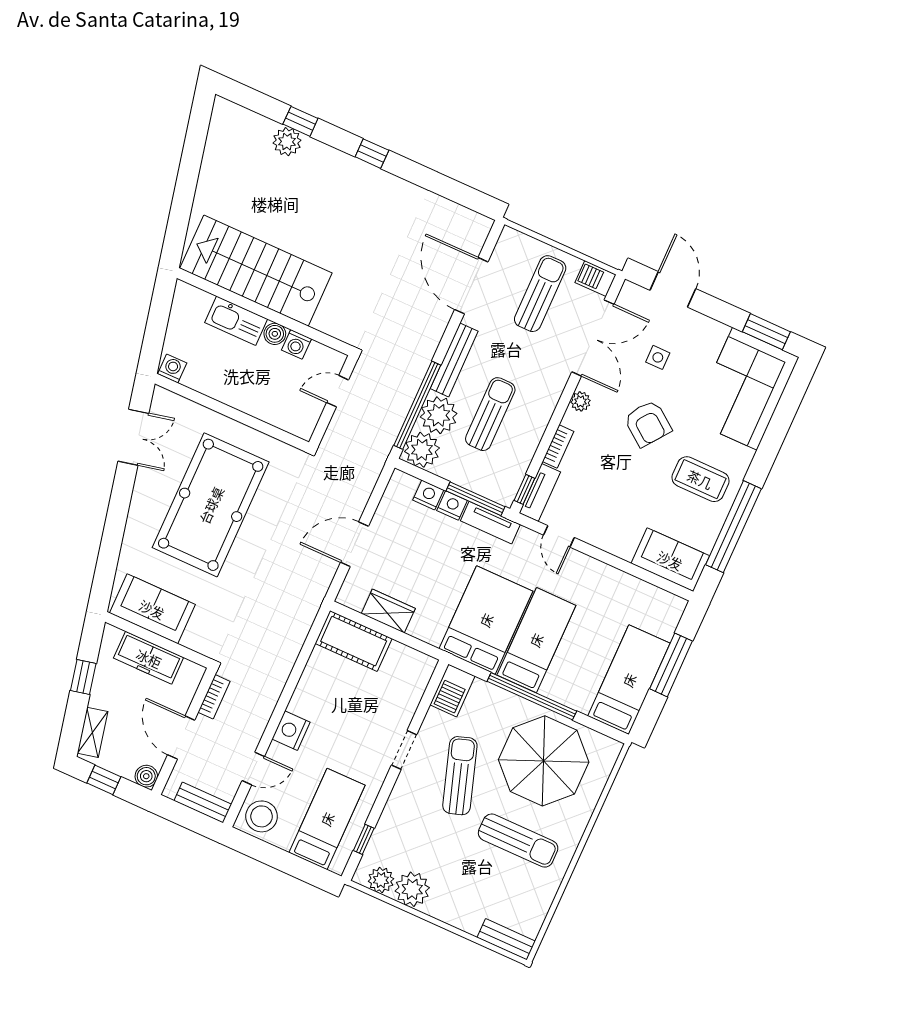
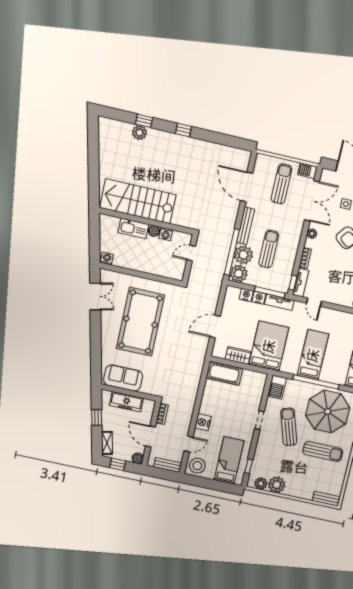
bed: (486, 620) -> (269, 346), moved

